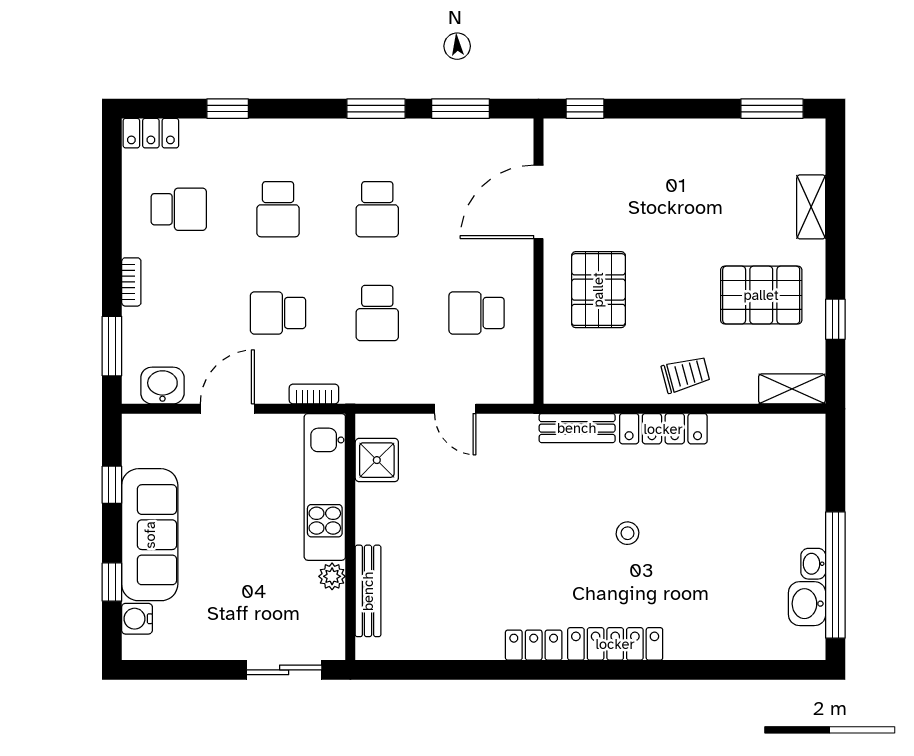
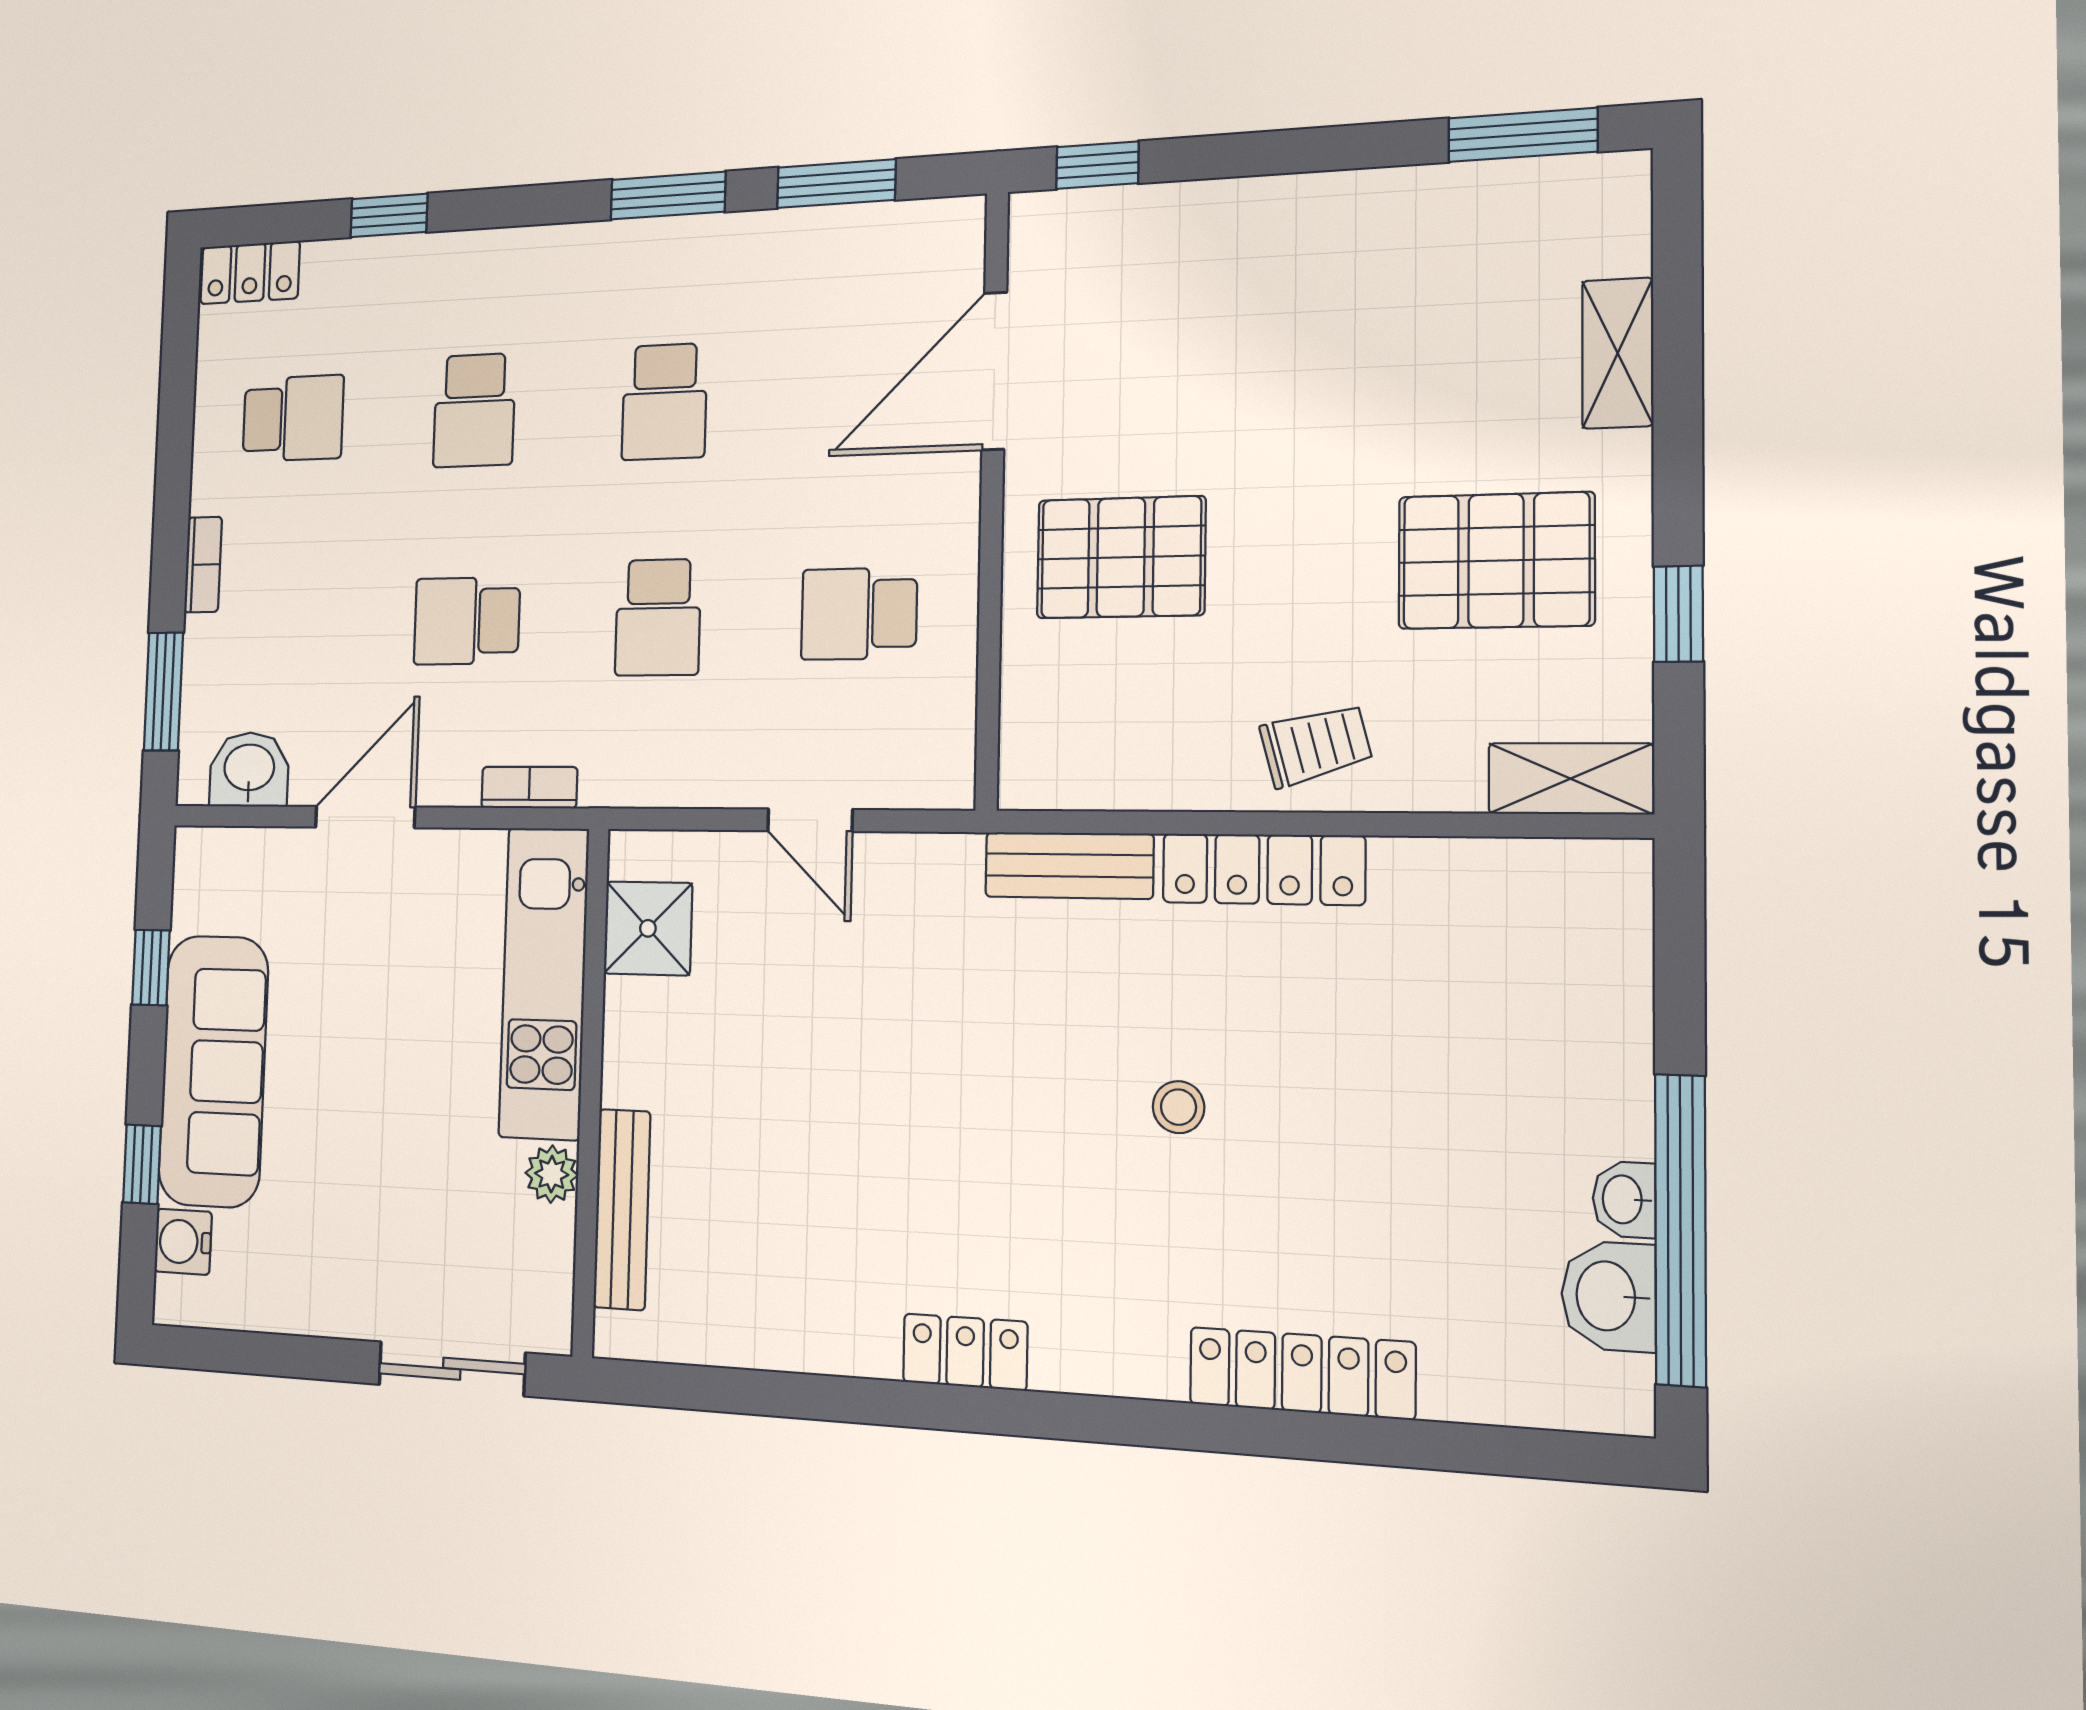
pallet: (598, 290) -> (1121, 557), turned 90
locker: (615, 644) -> (1302, 1373), moved

